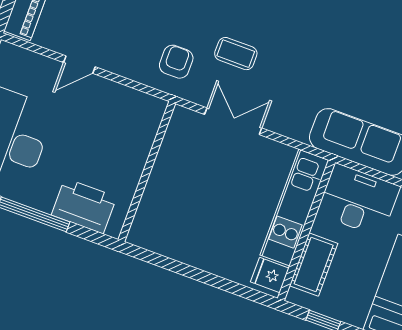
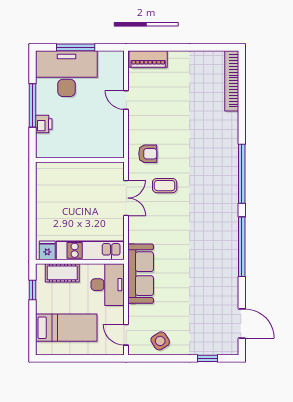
coffee table: (236, 54) -> (165, 186), turned 90
printer: (84, 206) -> (44, 124), width x0.53, depth x0.68

